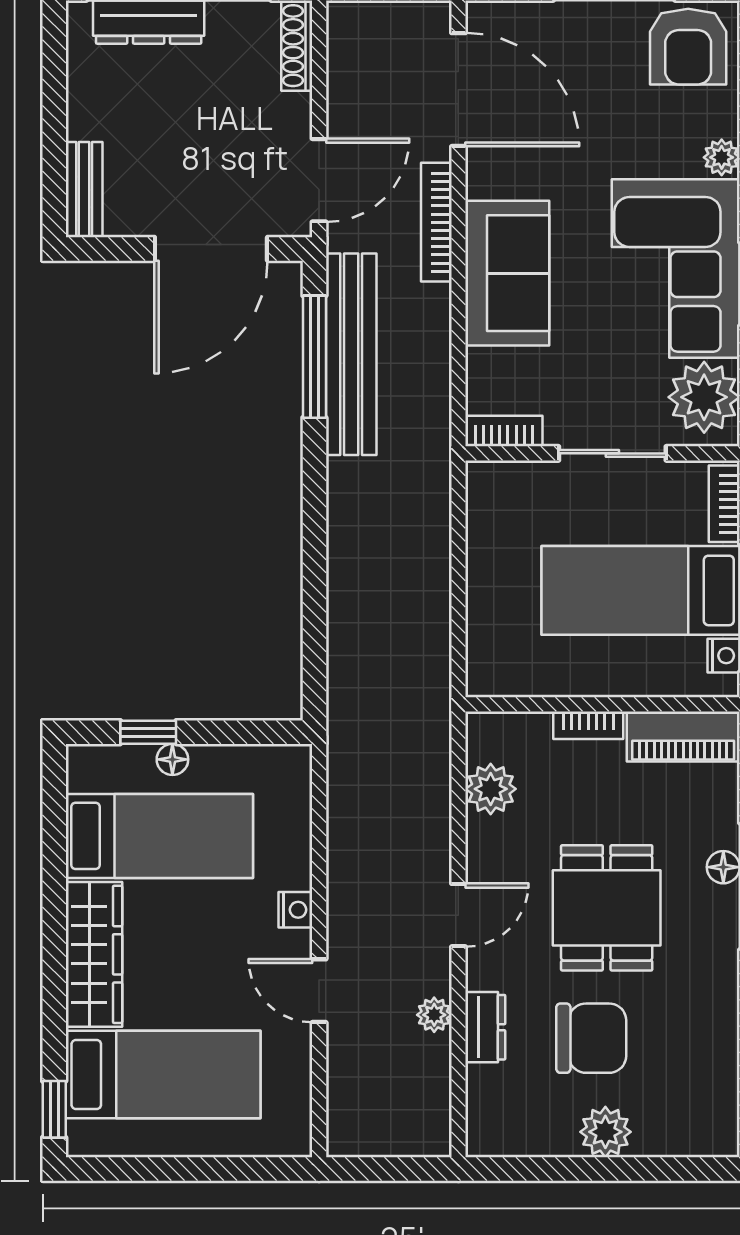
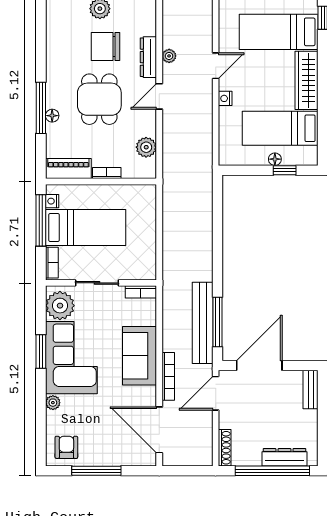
armchair: (688, 47) -> (66, 447), width x0.72, depth x0.72
door: (319, 991) -> (216, 66), hinge flipped
dresser: (485, 1027) -> (148, 57), width x1.44

